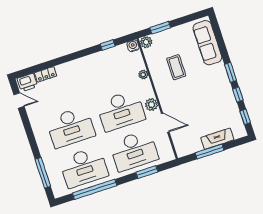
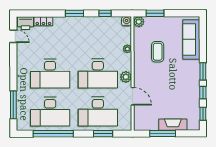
window: (76, 55) -> (74, 13), added

